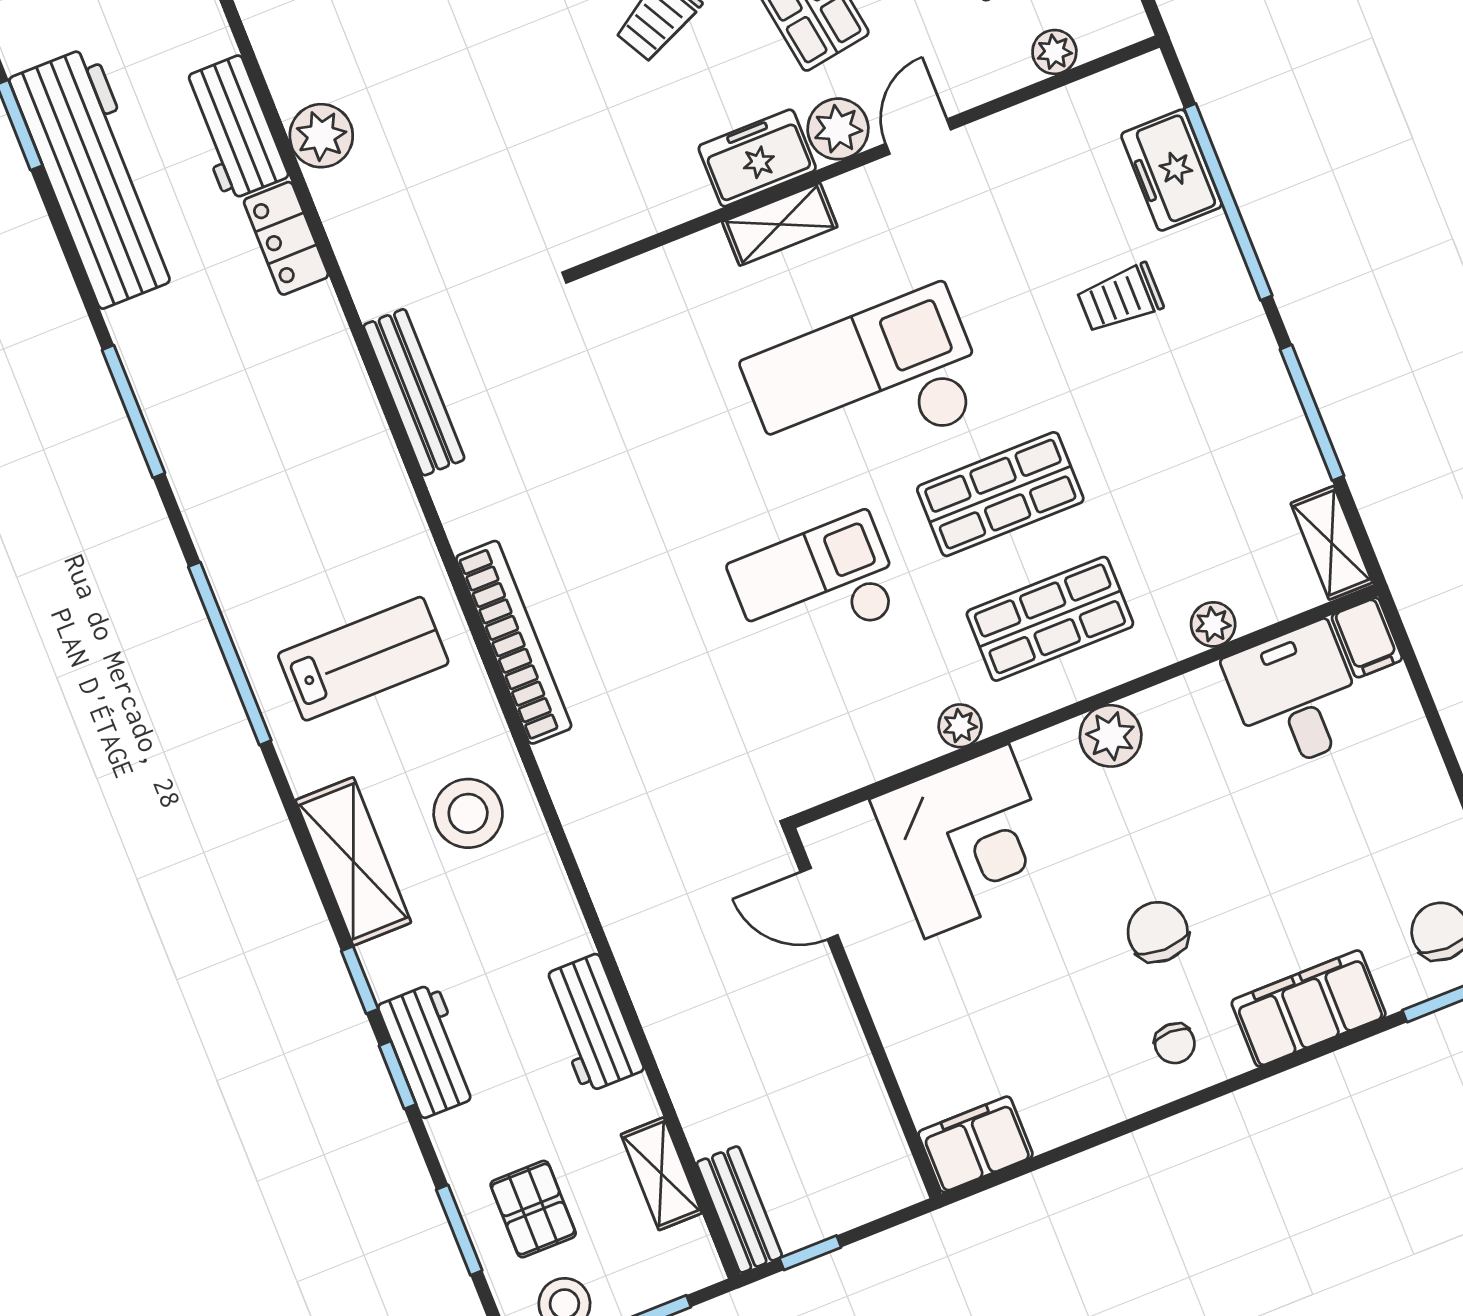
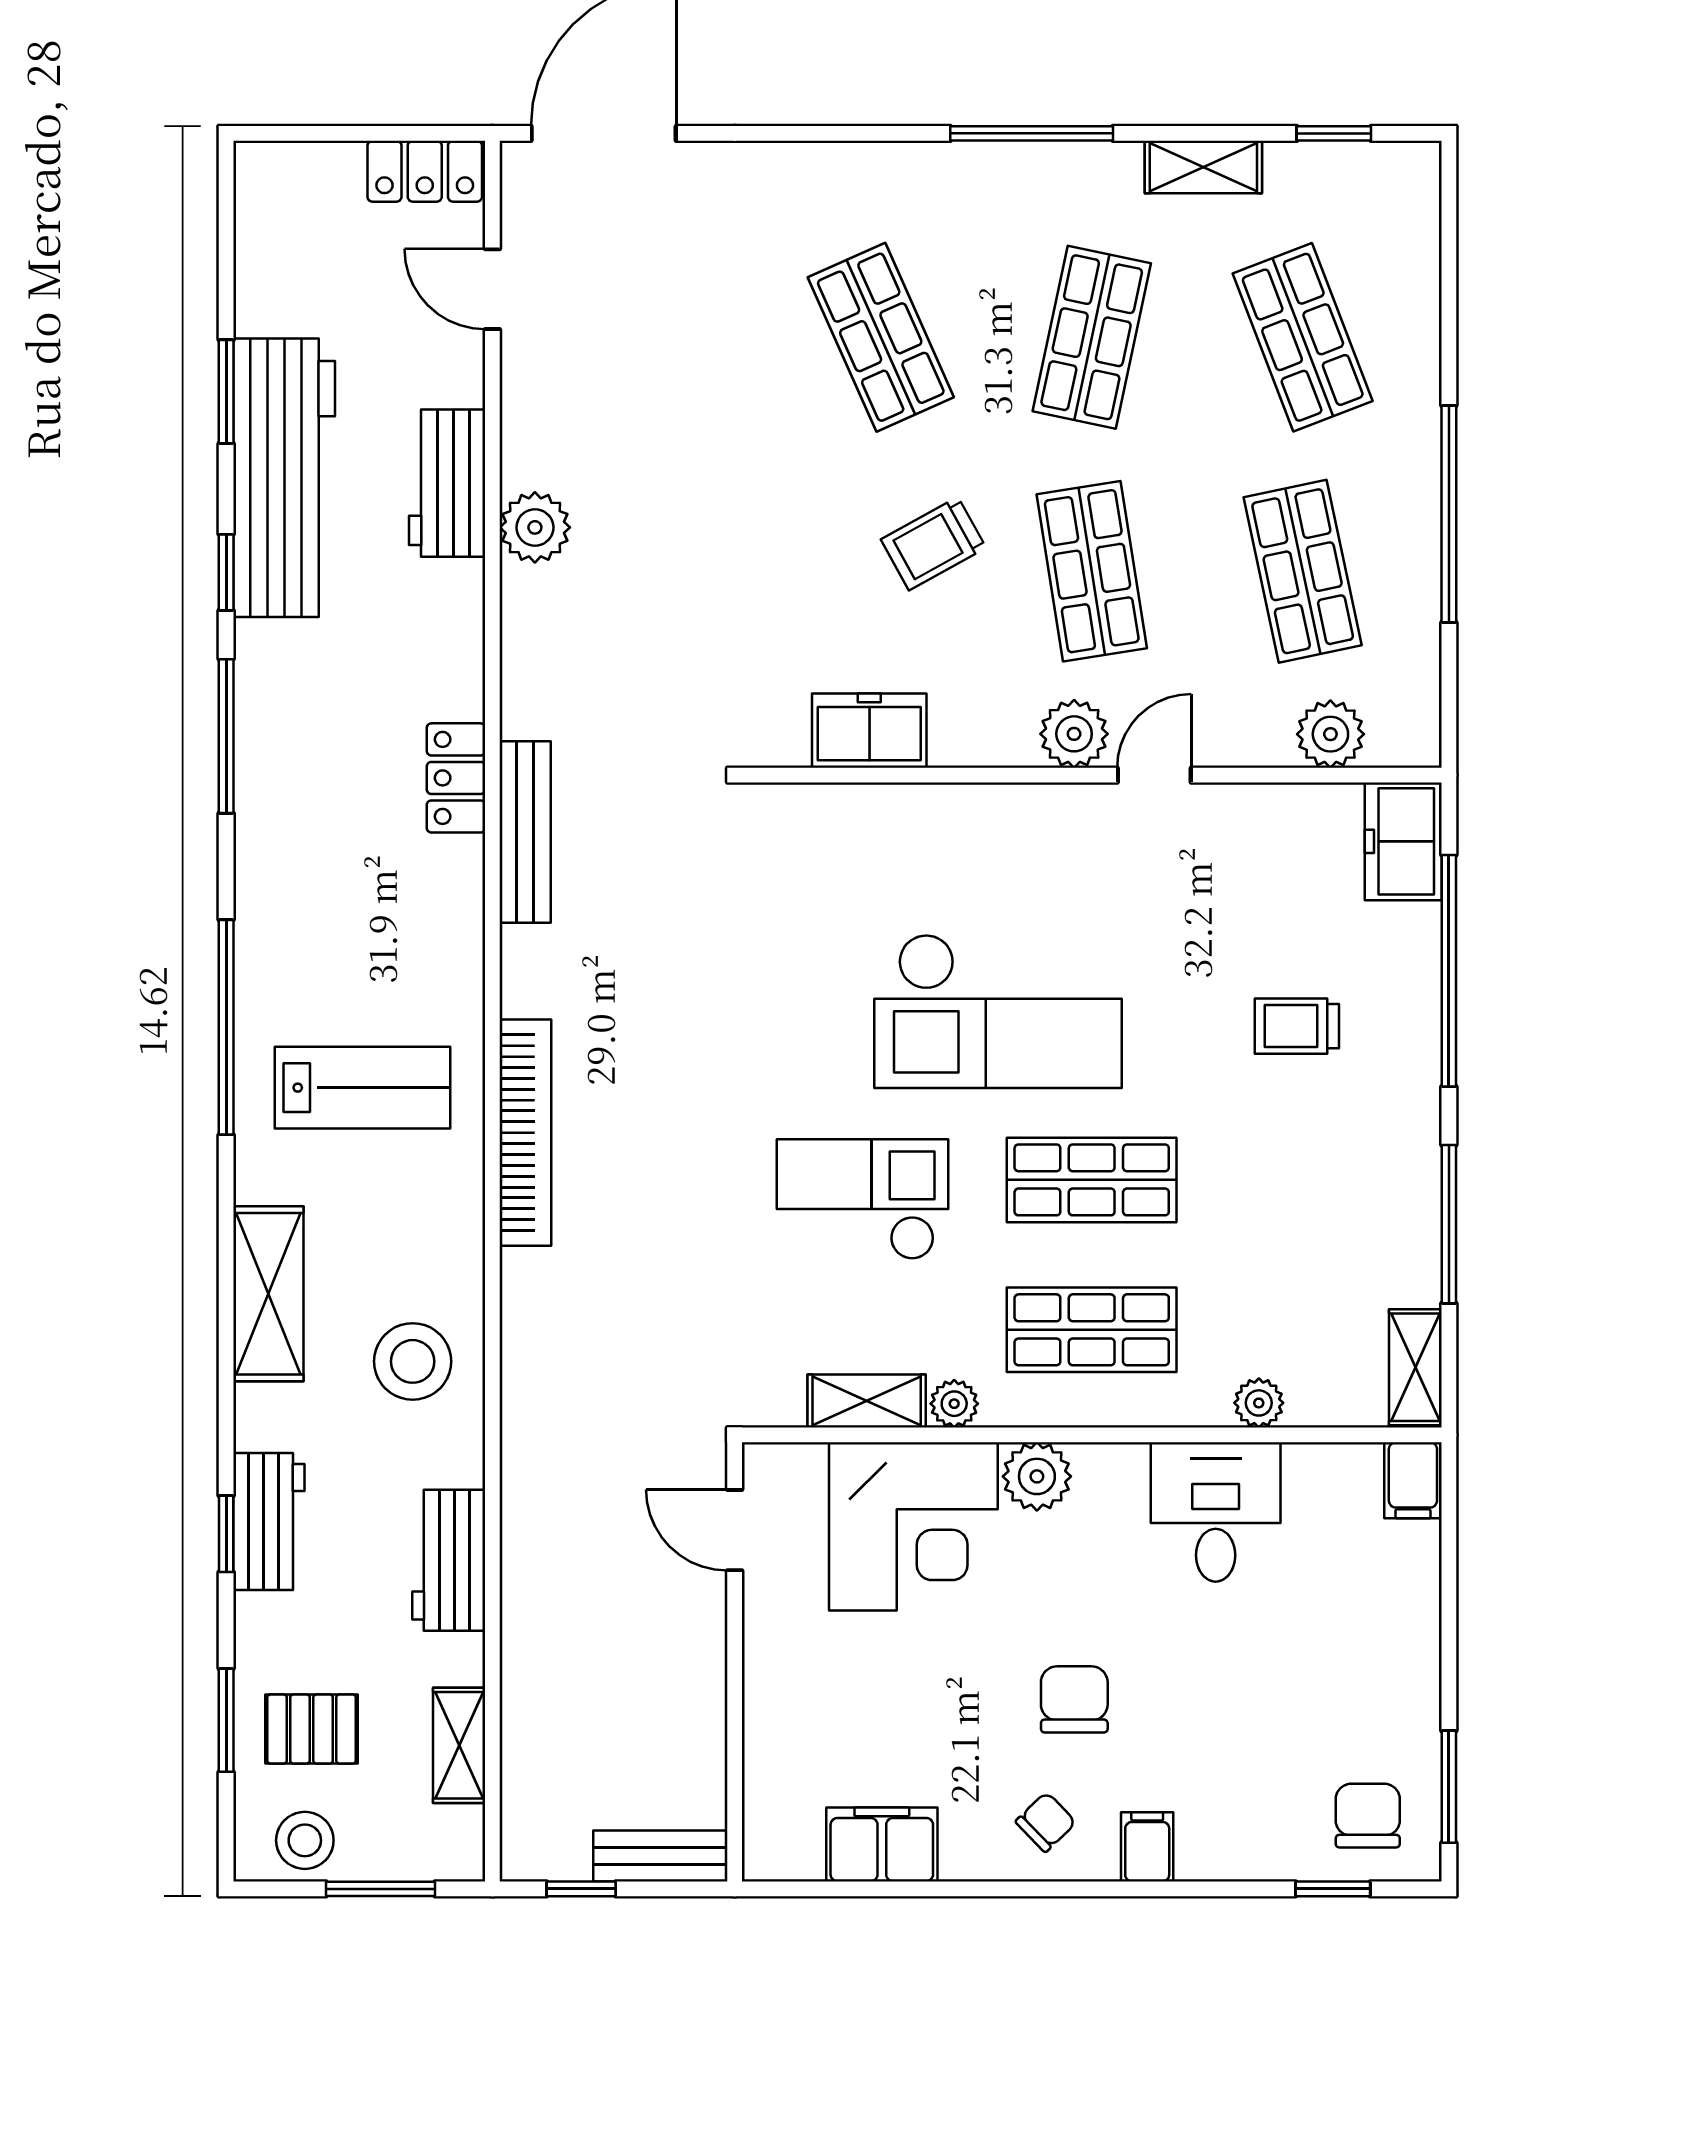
plant: (1054, 52) -> (1330, 734), width x1.38, depth x1.38
freezer: (757, 158) -> (869, 731), moved
freezer: (1171, 170) -> (1403, 841), moved
shelving: (780, 224) -> (867, 1401), moved
locker: (286, 238) -> (456, 778), moved
checkout: (866, 385) -> (998, 1011), turned 180
desk: (1296, 696) -> (1216, 1512), moved
plant: (1111, 736) -> (1037, 1476), moved
stool: (468, 813) -> (413, 1361), moved
window: (360, 980) -> (226, 572), moved
filing cabinet: (1309, 1008) -> (1147, 1847), width x0.33, depth x0.86
chair: (1175, 1043) -> (1046, 1822), turned -134
filing cabinet: (975, 1144) -> (882, 1844), moved
pallet: (533, 1209) -> (312, 1729), turned 90
bench: (739, 1209) -> (660, 1856), moved, turned 90

